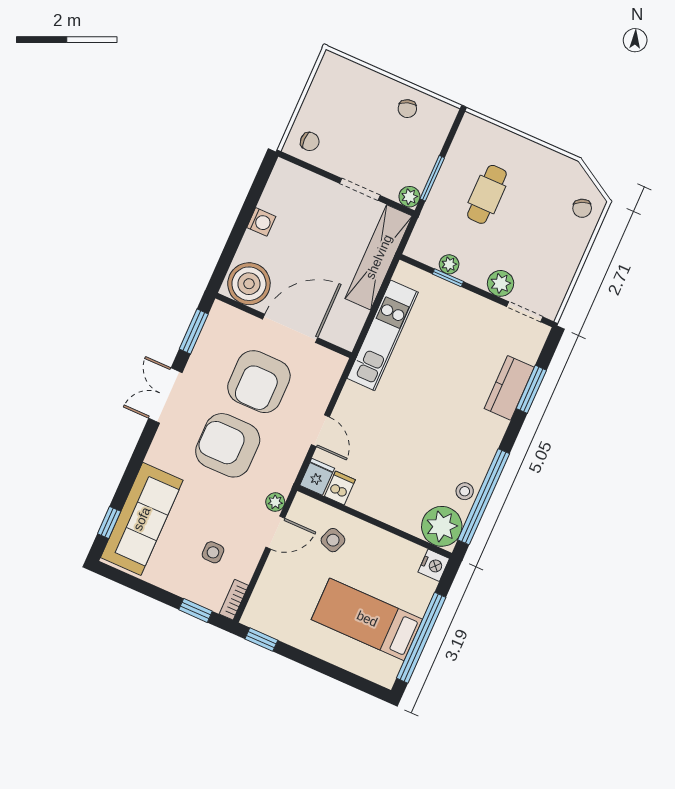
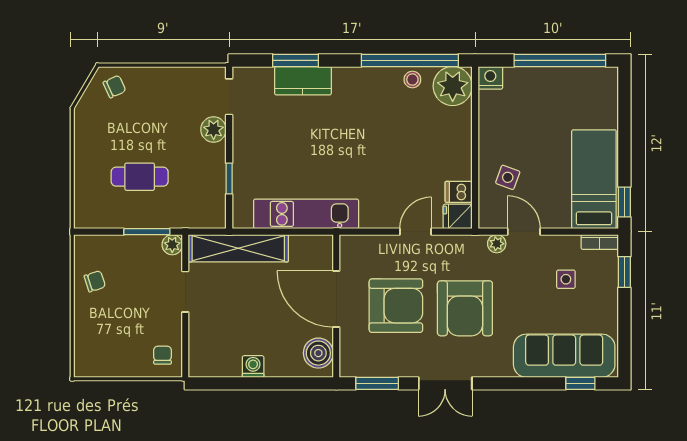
plant: (449, 264) -> (217, 183), removed
boiler: (249, 284) -> (318, 353), width x0.73, depth x0.73
bed: (367, 619) -> (594, 179), moved, turned 180

